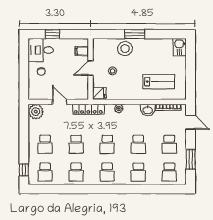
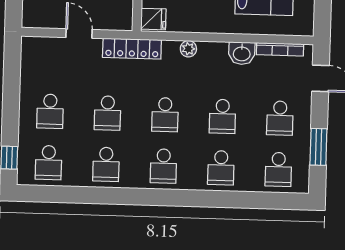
plant: (36, 112) -> (34, 50), removed

